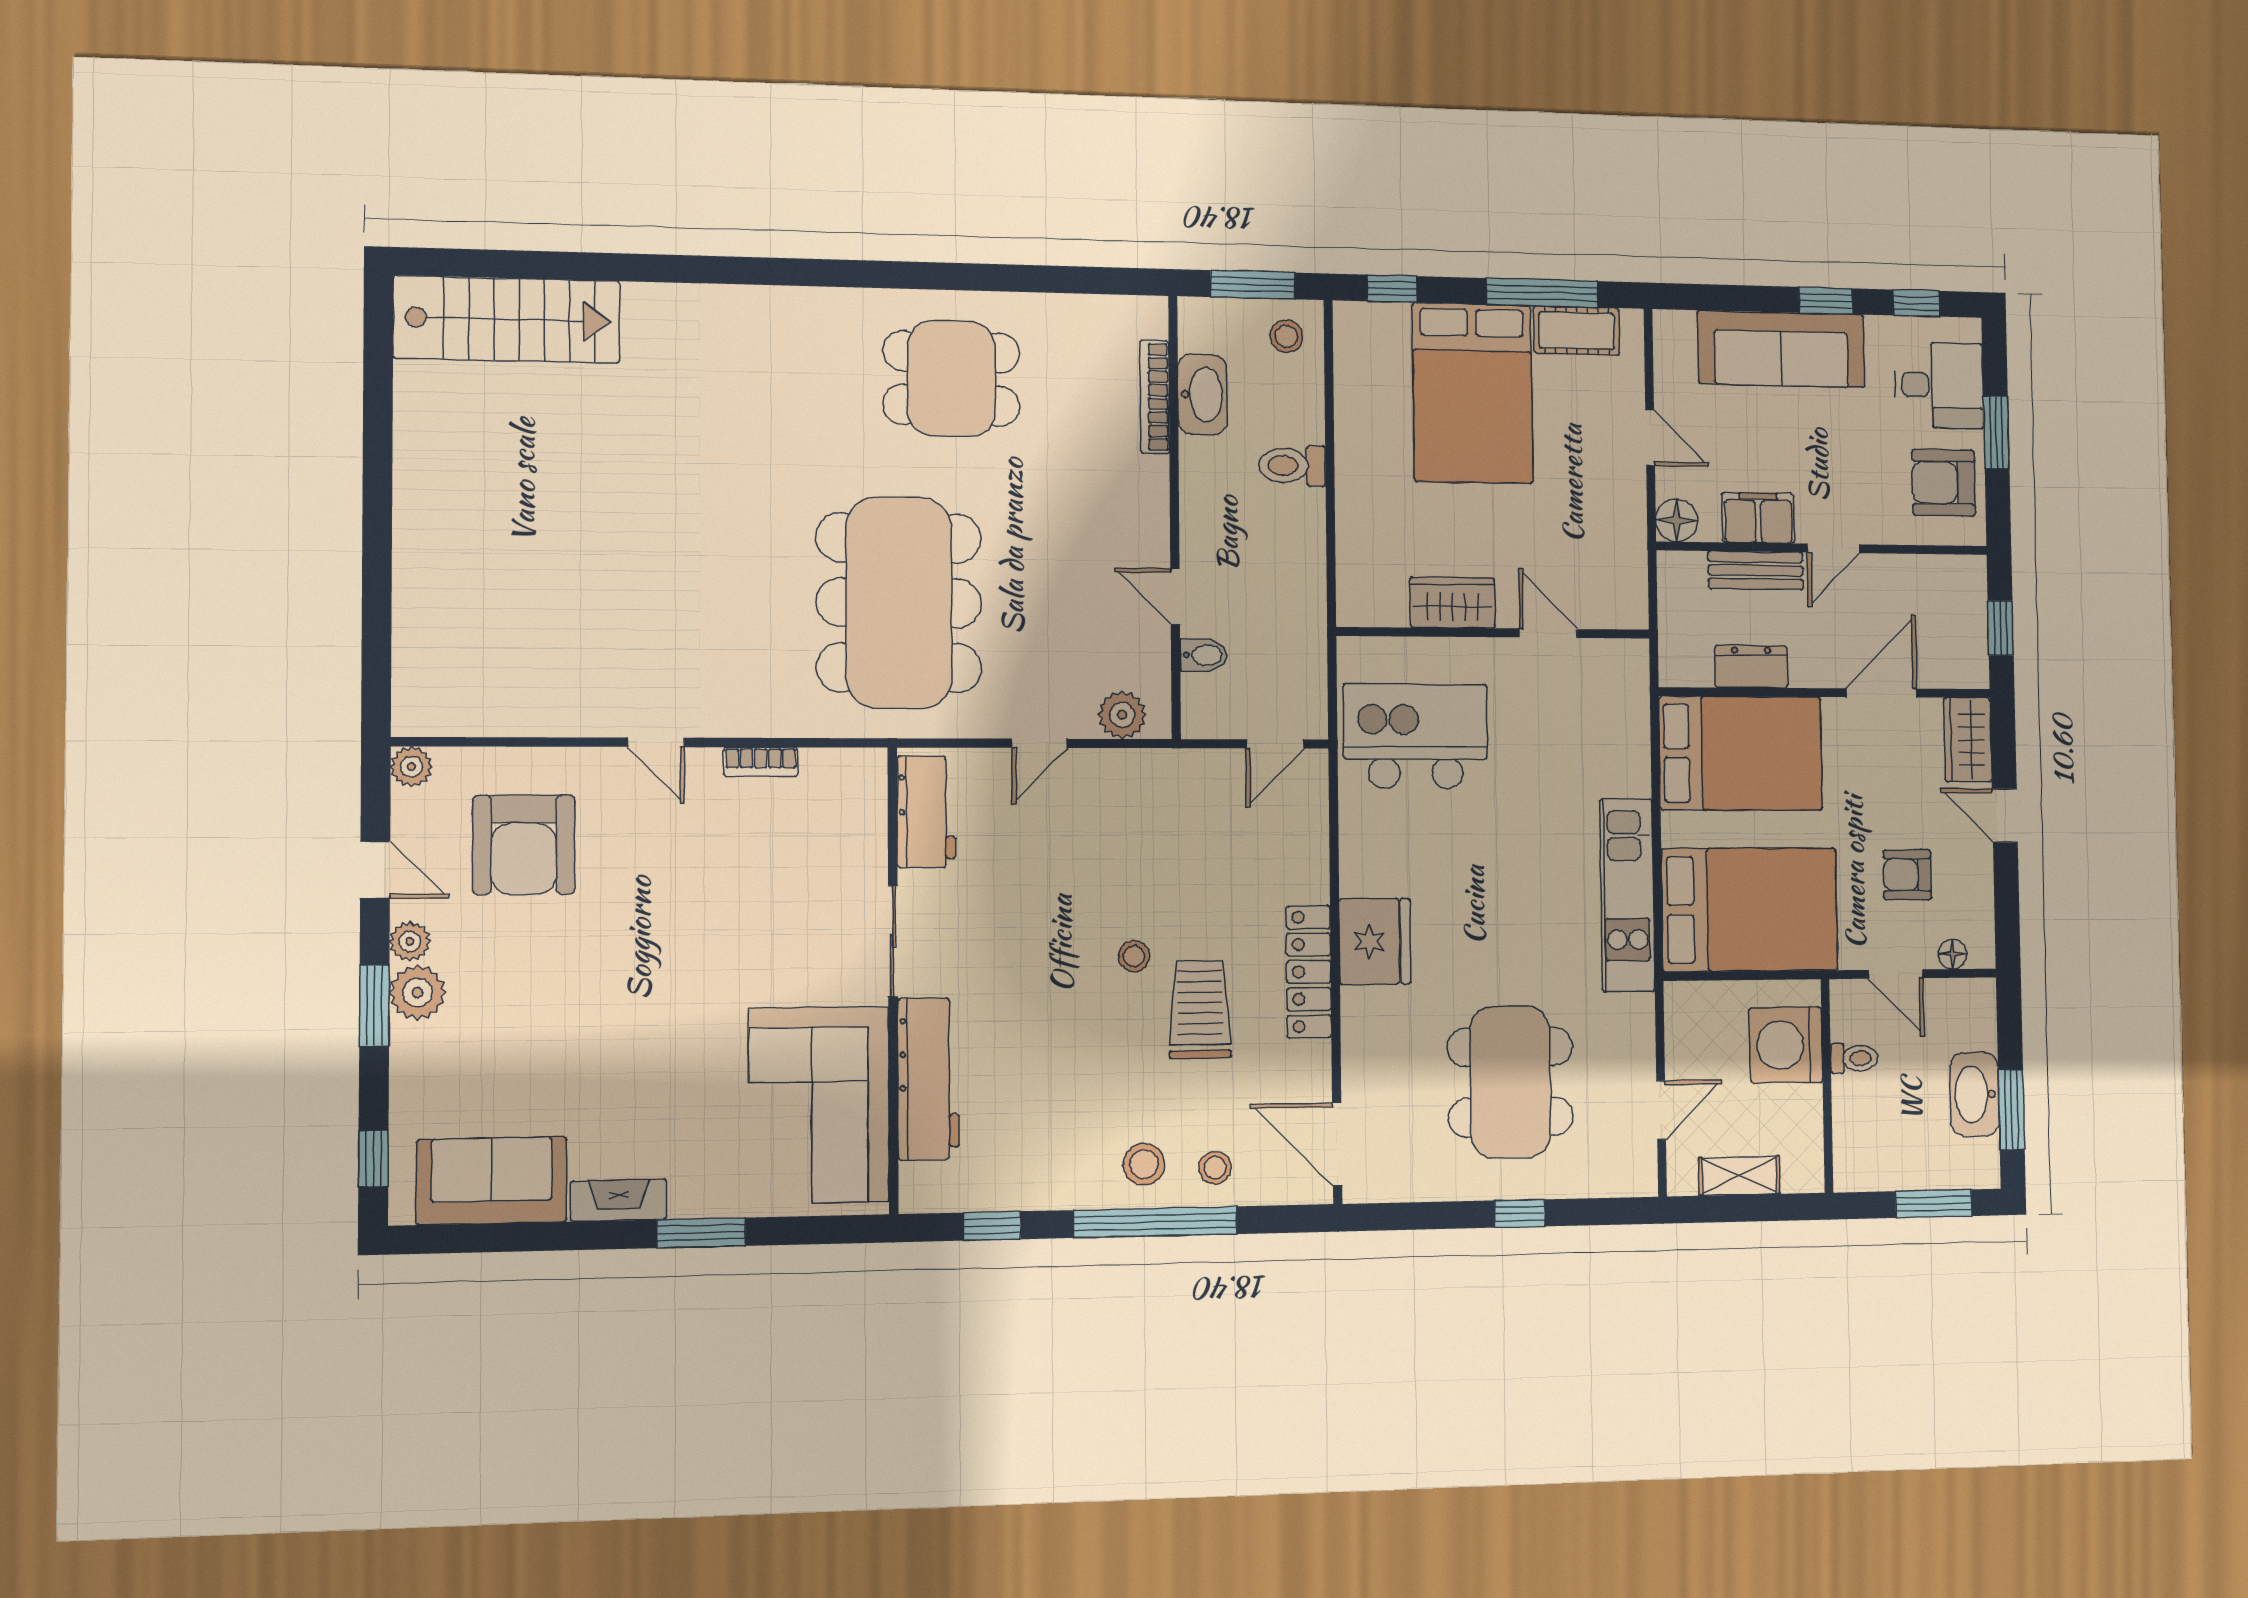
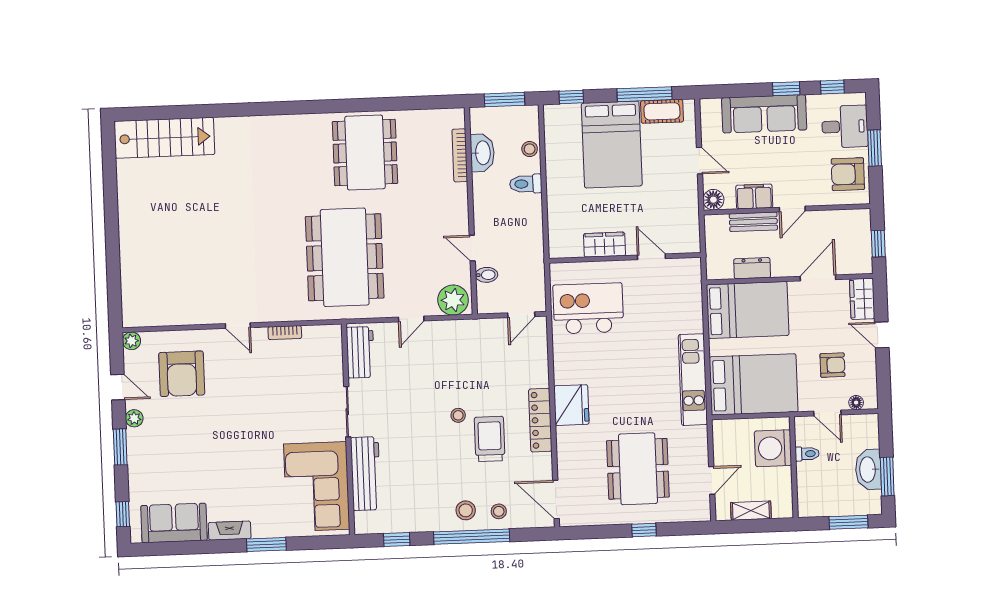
stool: (1286, 336) -> (530, 149), moved
dining table: (951, 379) -> (365, 153), width x1.37
plant: (1122, 715) -> (453, 300), width x1.36, depth x1.36
armchair: (1907, 875) -> (832, 365), turned 180
plant: (418, 993) -> (138, 441), removed

